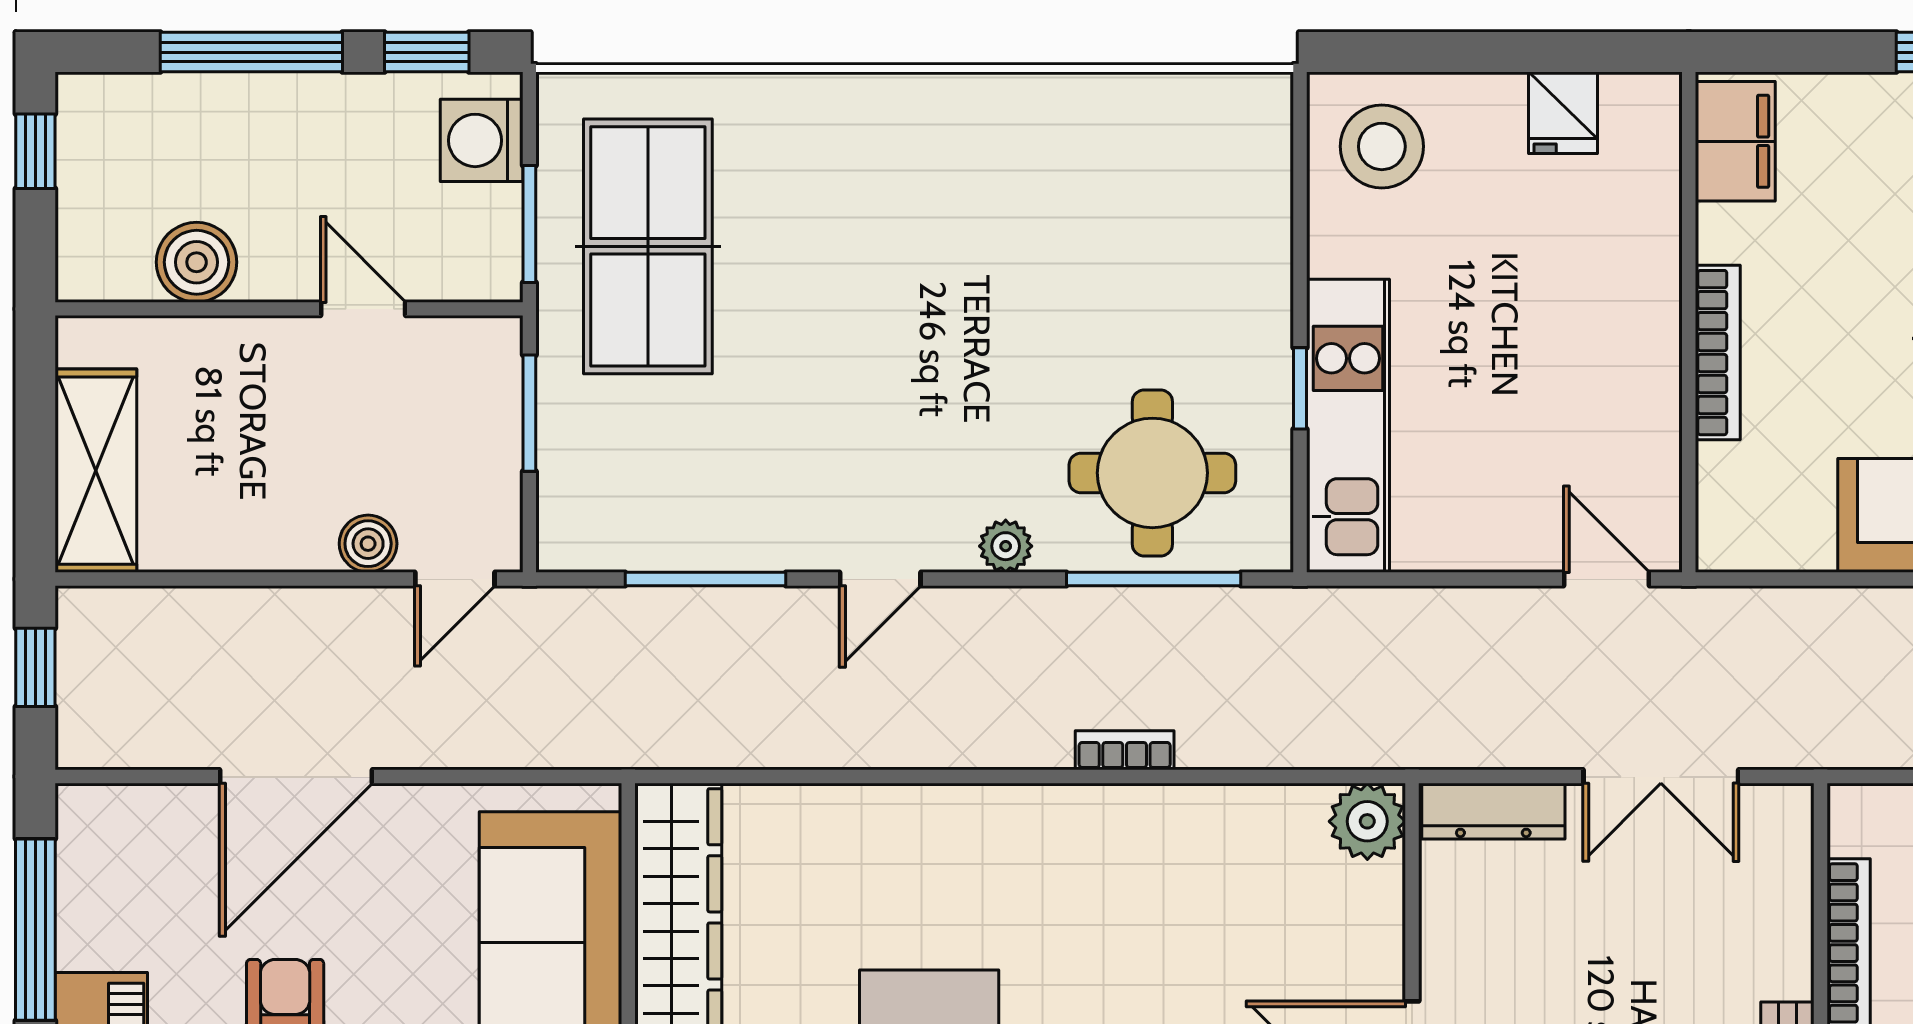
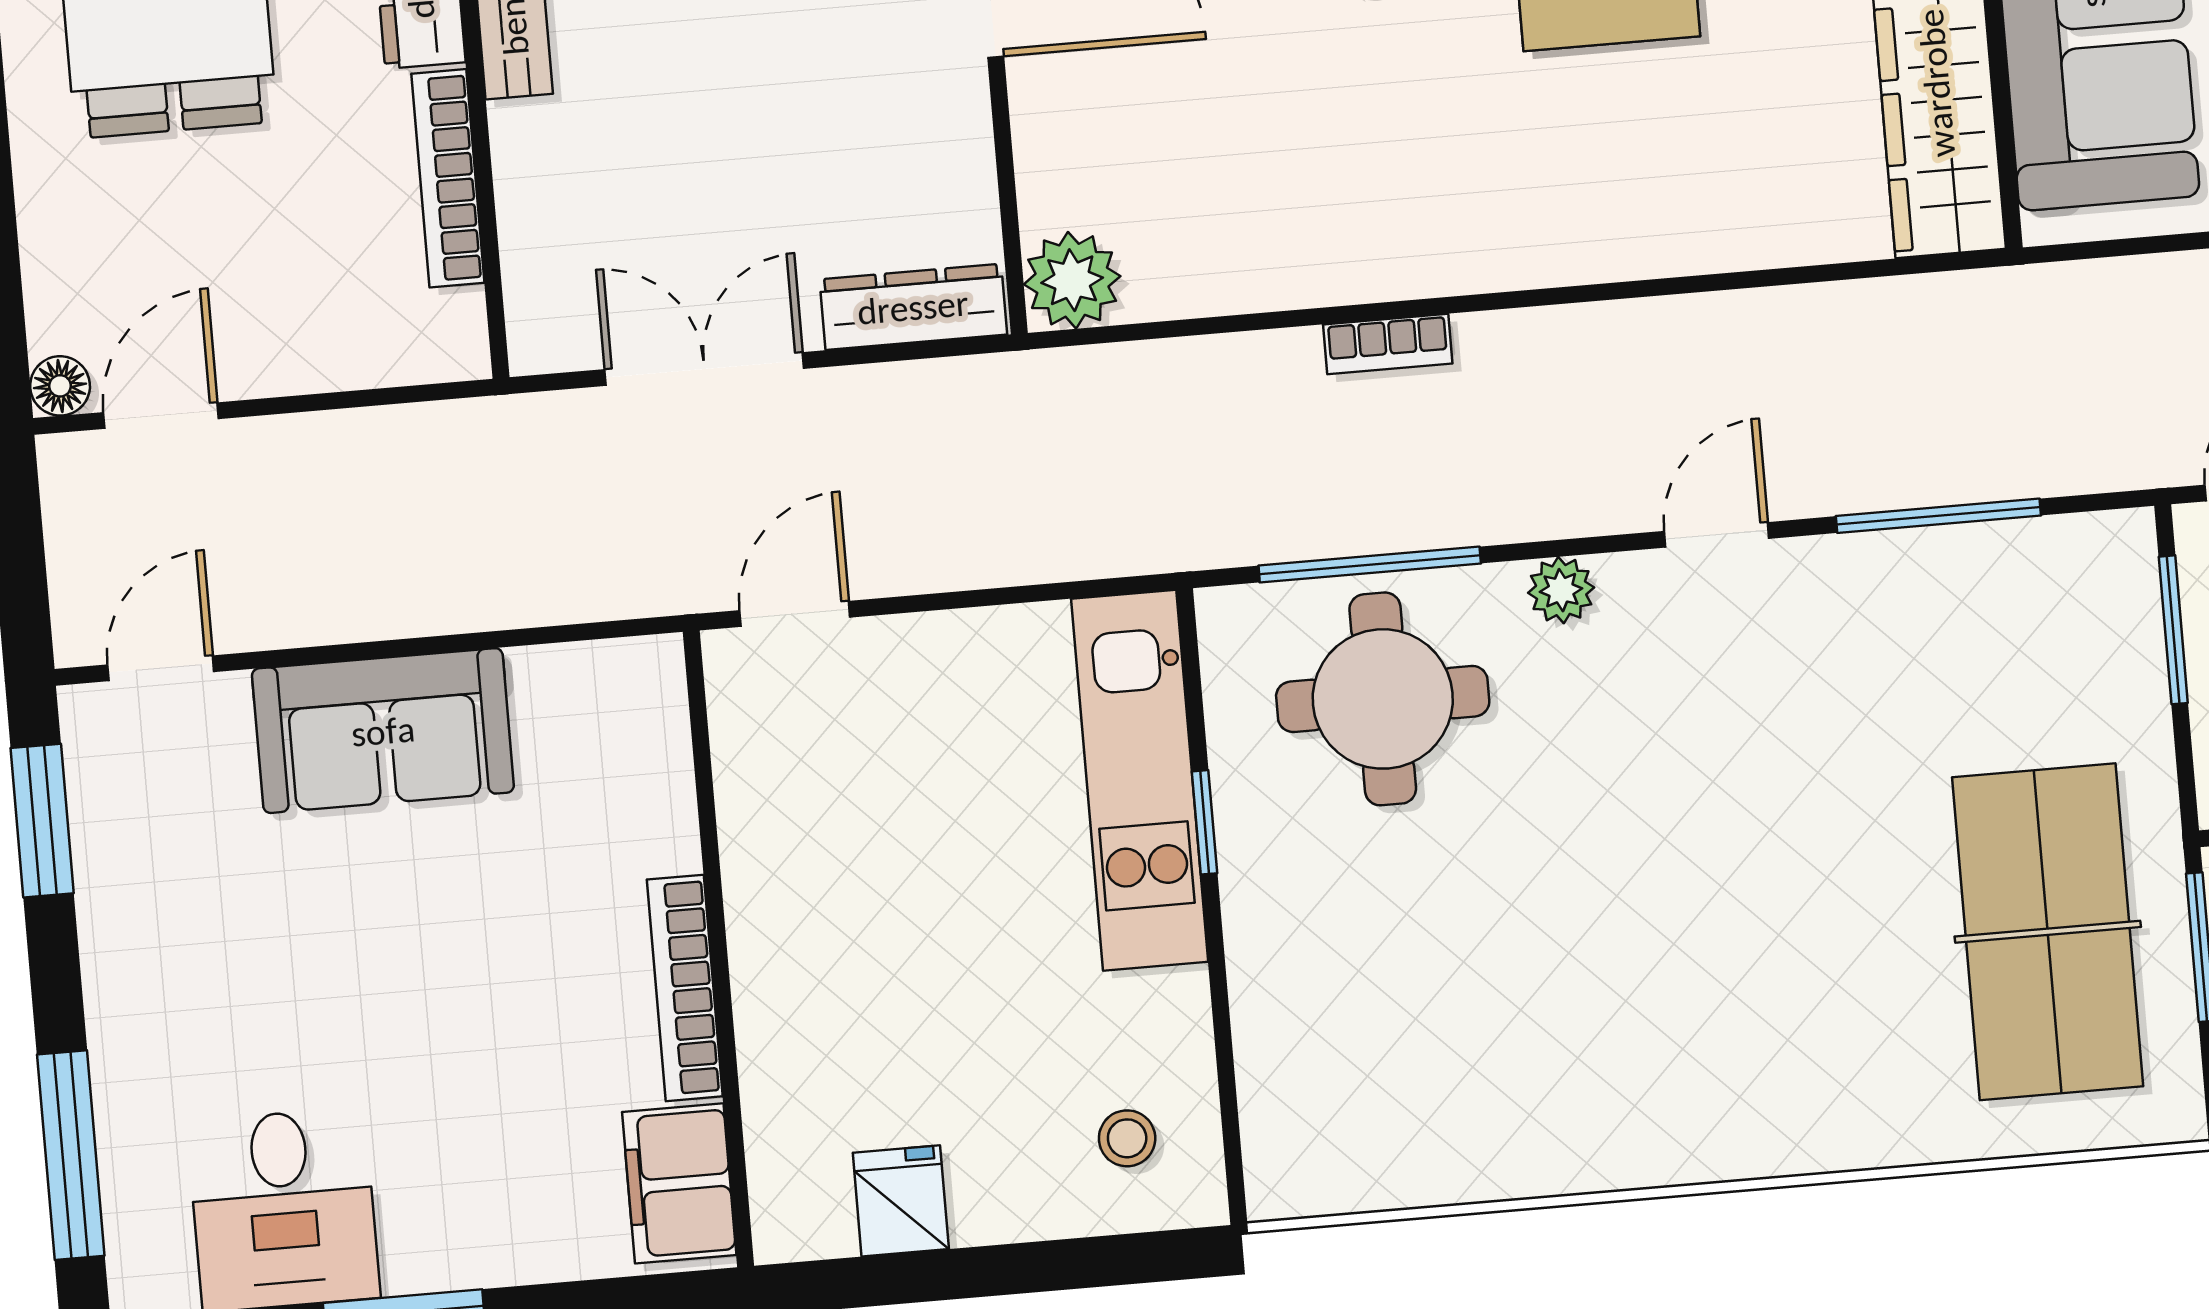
stool: (1382, 146) -> (1127, 1138), width x0.53, depth x0.53
bookcase: (1718, 353) -> (685, 988), moved
window: (529, 413) -> (2173, 630), moved
door: (1607, 579) -> (795, 614), swing flipped

